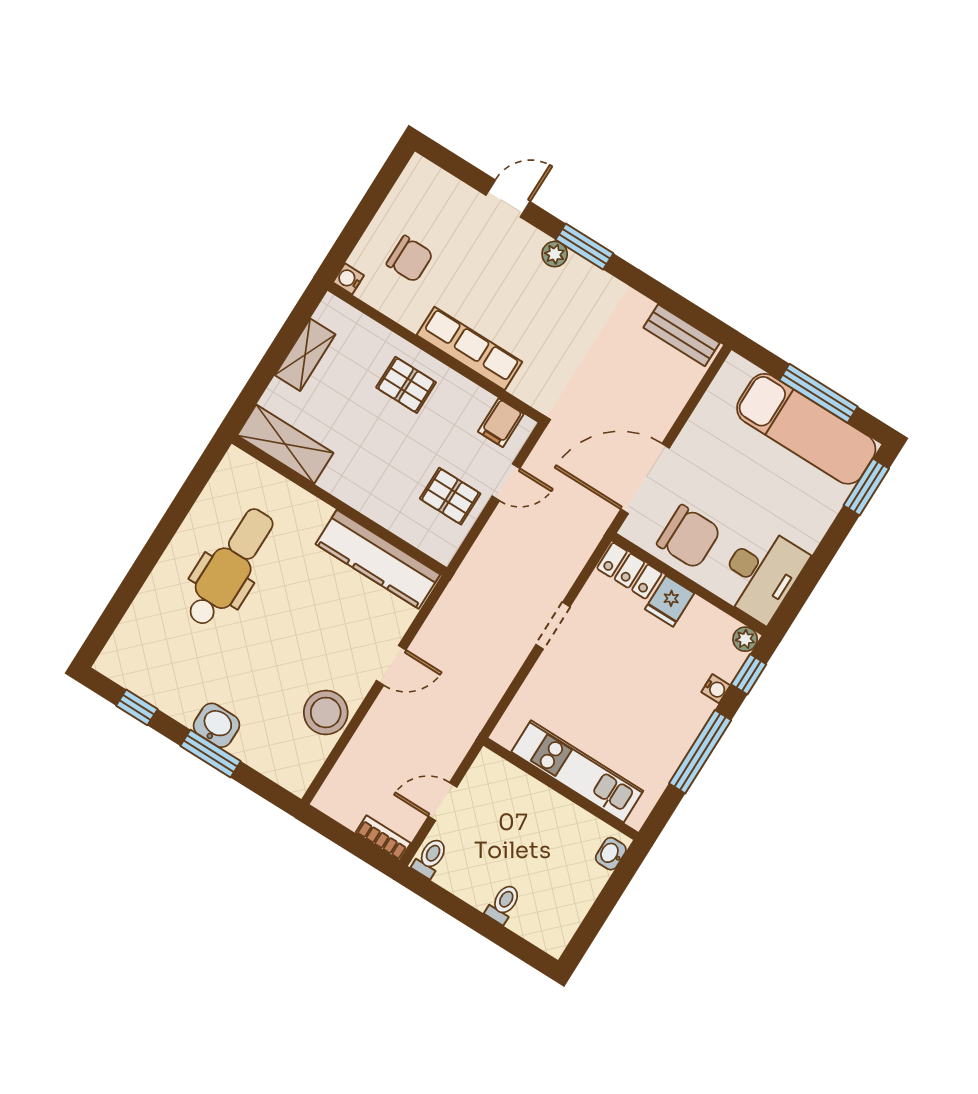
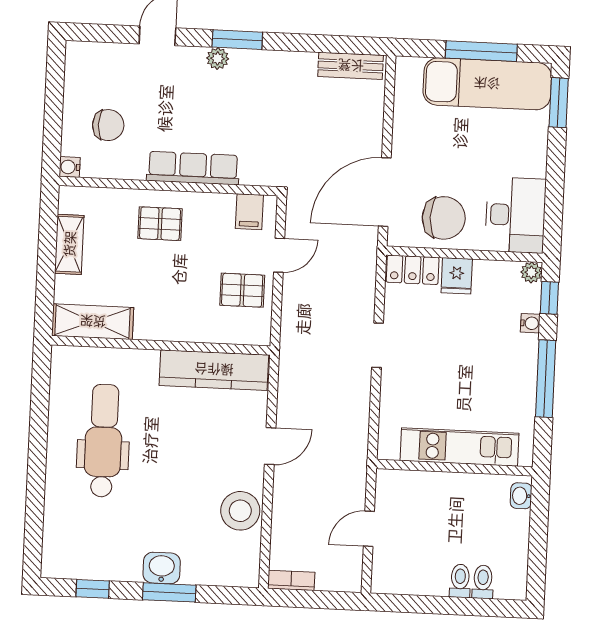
bookcase: (383, 838) -> (291, 580), moved
toilet: (430, 858) -> (483, 582), moved

